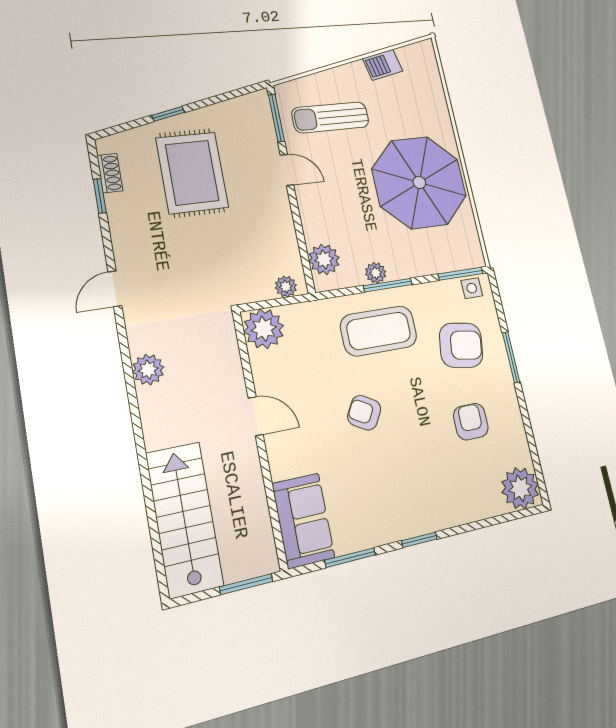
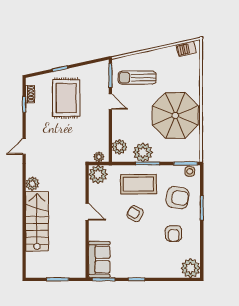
barbecue: (383, 65) -> (186, 49), moved
plant: (376, 273) -> (143, 152), width x1.88, depth x1.88
plant: (264, 329) -> (98, 174), moved
armchair: (364, 413) -> (135, 214), moved
door: (256, 416) -> (87, 212), moved
armchair: (471, 422) -> (174, 234), turned 180
wall: (260, 438) -> (87, 221), moved
stairs: (184, 519) -> (37, 221), moved
sofa: (303, 520) -> (99, 260), moved

